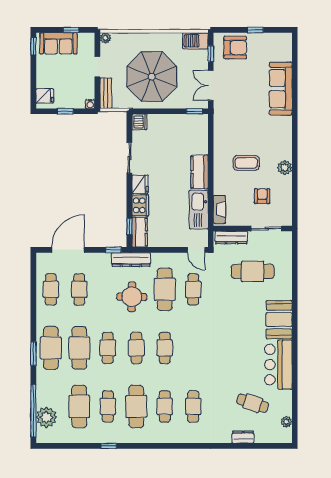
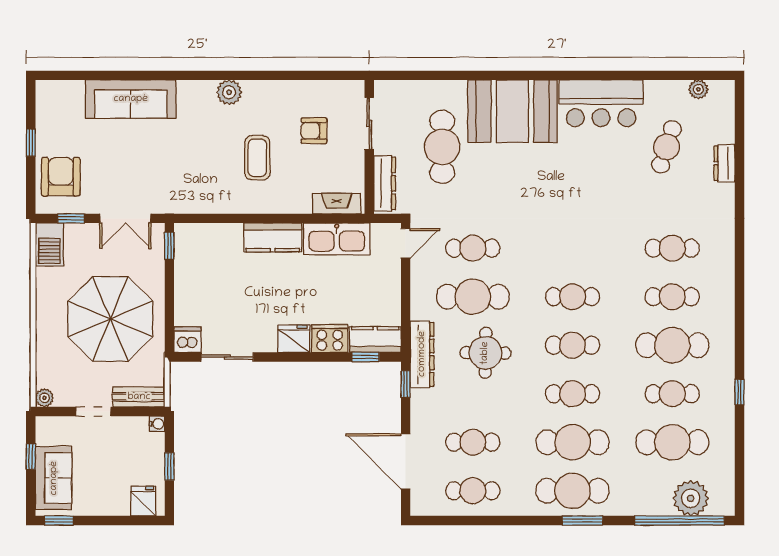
sliding door: (129, 158) -> (227, 357), moved
plant: (285, 168) -> (229, 92), moved
booth: (279, 320) -> (512, 111), width x1.36, depth x1.42

